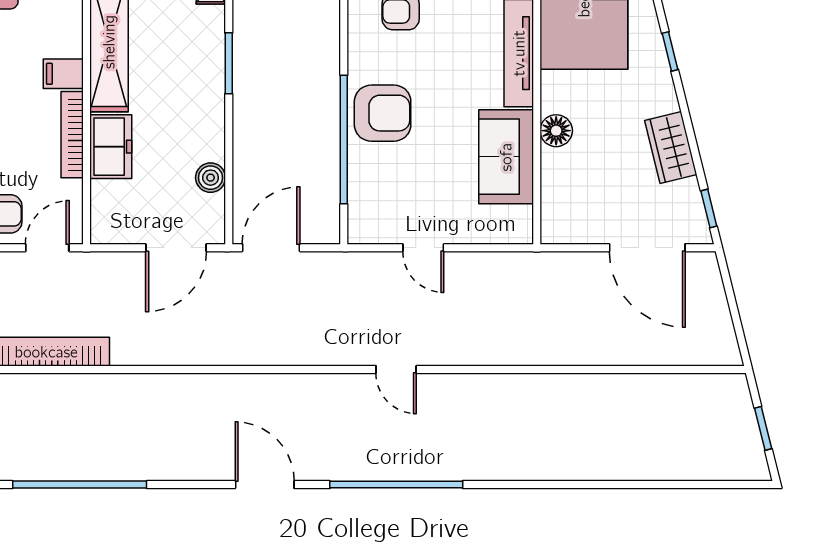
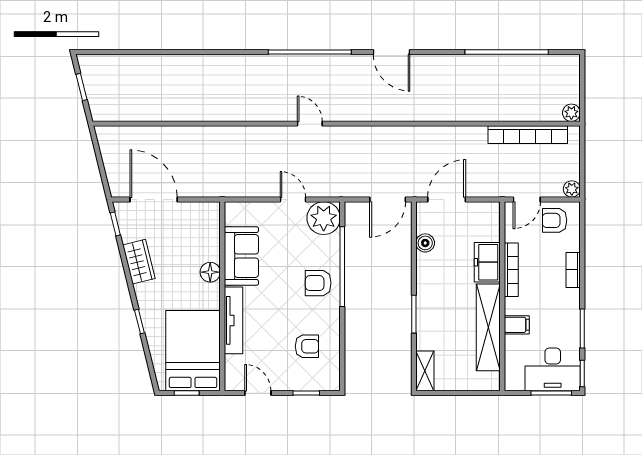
filing cabinet: (63, 74) -> (517, 325), moved
armchair: (383, 113) -> (318, 283), width x0.72, depth x0.72
plant: (374, 218) -> (324, 218), added

